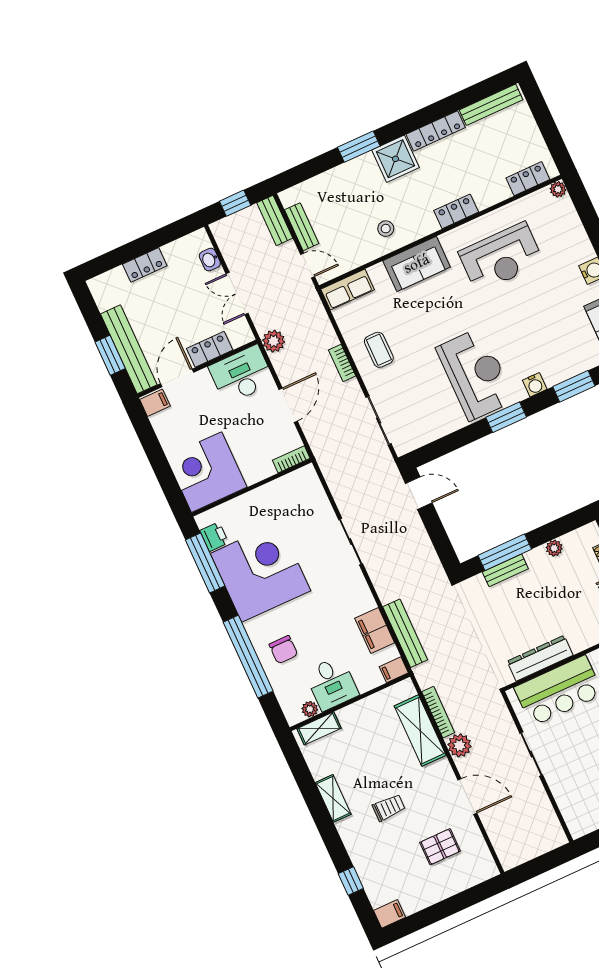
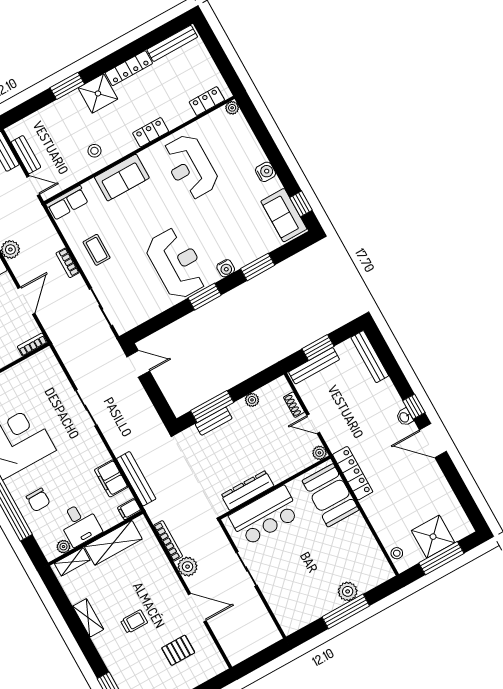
reception desk: (501, 257) -> (190, 167), turned 90
shelving: (420, 731) -> (113, 543), moved, turned 90

